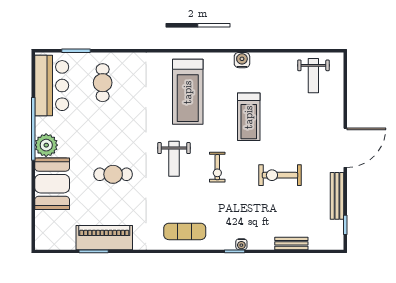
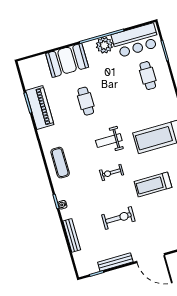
cafe table: (103, 83) -> (148, 76), turned 90
plant: (46, 145) -> (104, 45), moved
exercise bike: (280, 175) -> (118, 218), turned 90
bench: (291, 243) -> (72, 235), width x1.36

